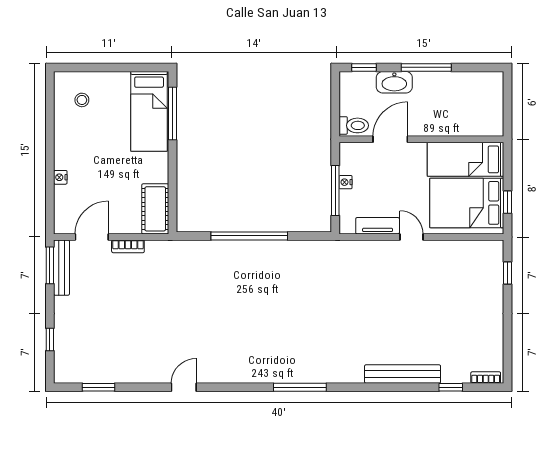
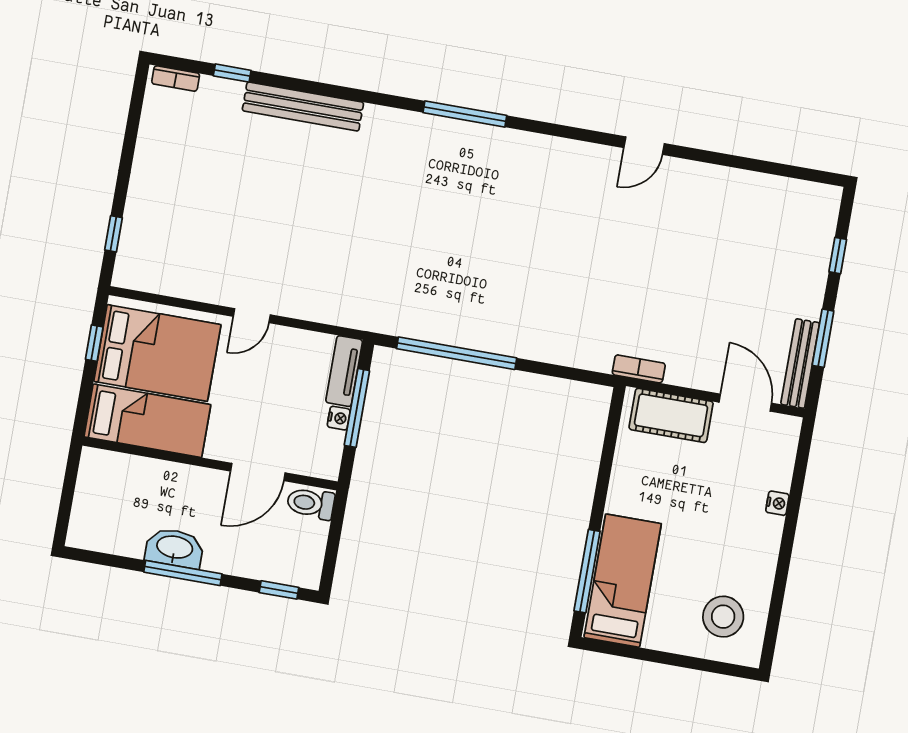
washbasin: (394, 82) -> (175, 548), moved
stool: (82, 100) -> (723, 617), width x1.89, depth x1.89
cot: (155, 209) -> (671, 415), moved, turned 90
tv unit: (378, 226) -> (344, 371), moved, turned 90
window: (249, 236) -> (457, 353), moved
door: (92, 237) -> (745, 403), swing flipped
door: (411, 237) -> (252, 316), hinge flipped
bookcase: (128, 246) -> (639, 369), moved
window: (50, 265) -> (823, 338), moved
window: (99, 387) -> (776, 169), removed

